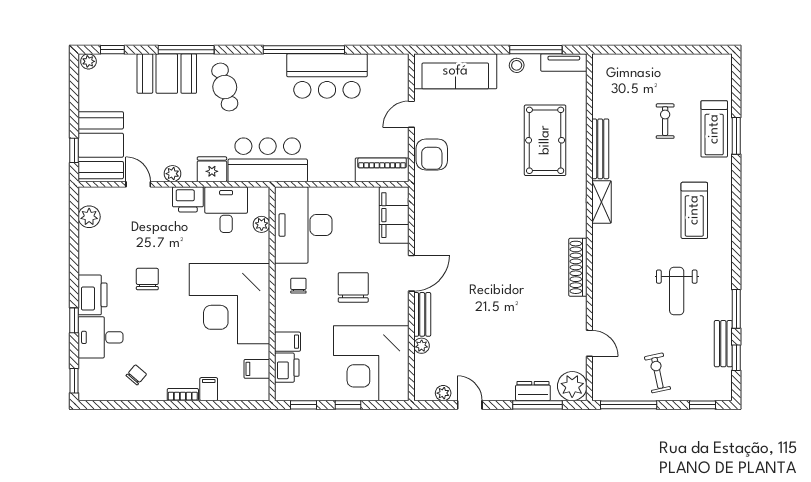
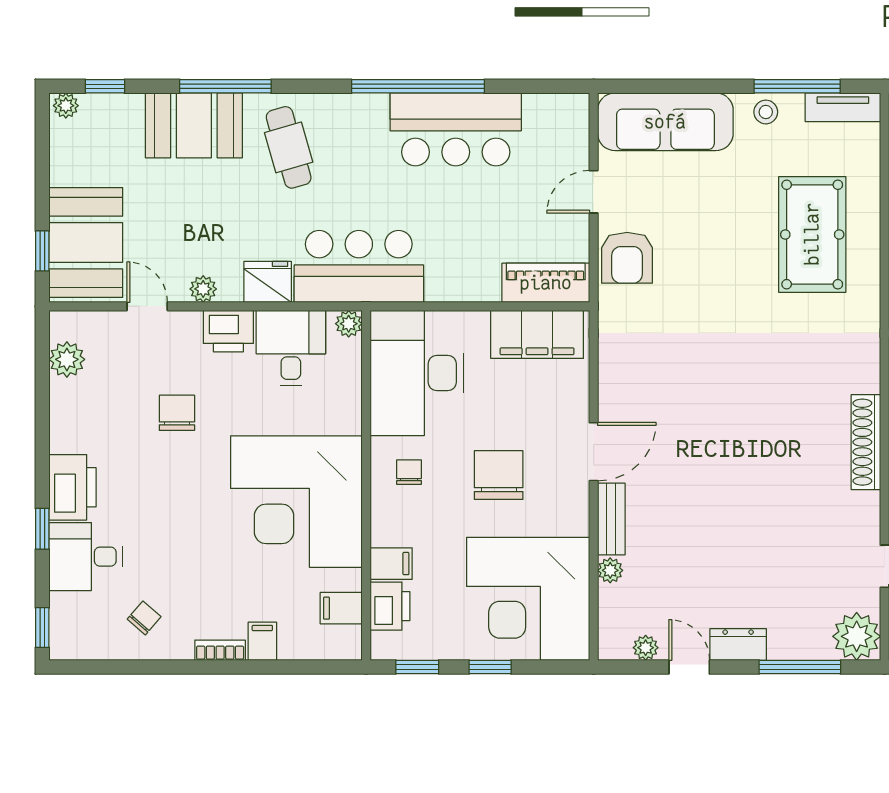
filing cabinet: (394, 215) -> (537, 334), moved, turned -90
plant: (262, 224) -> (349, 324), moved
chair: (147, 279) -> (177, 413), moved
dresser: (533, 391) -> (738, 644), moved

